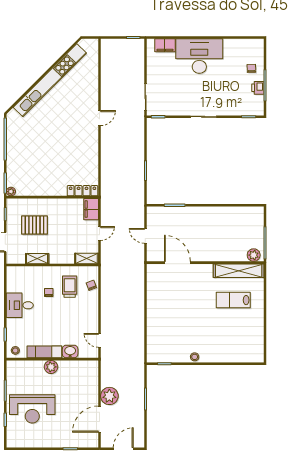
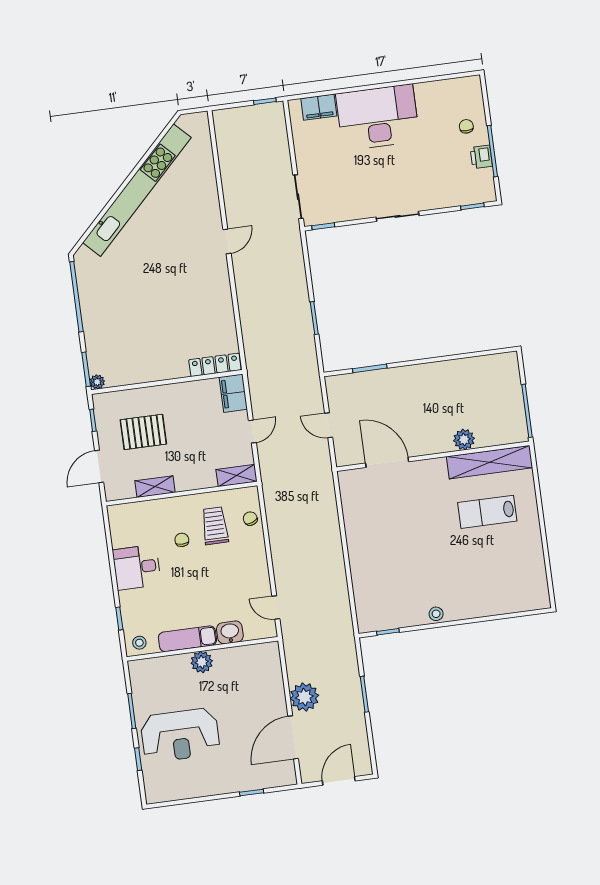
plant: (254, 255) -> (464, 439), moved

